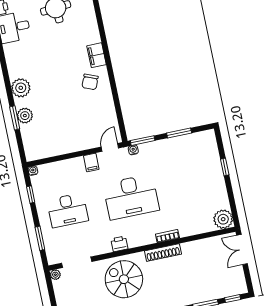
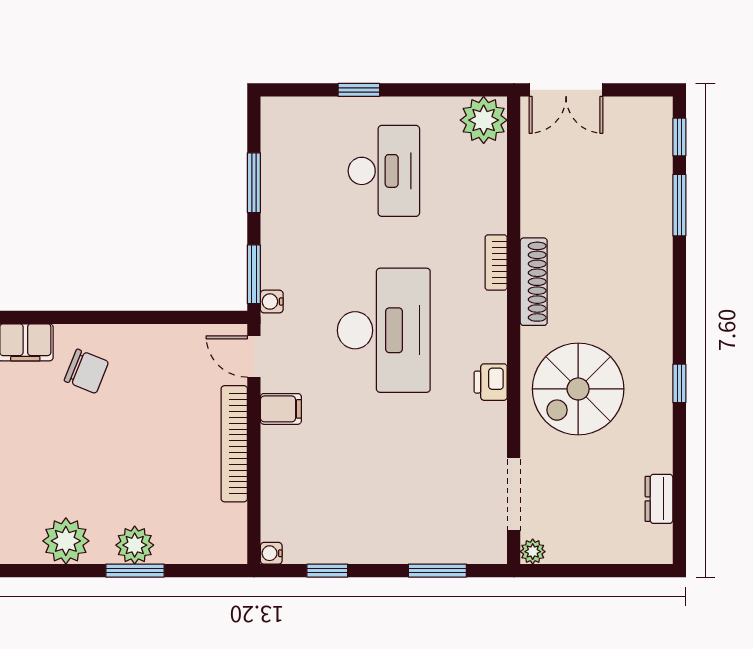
bookcase: (73, 147) -> (234, 444), added
desk: (68, 210) -> (384, 171), moved

